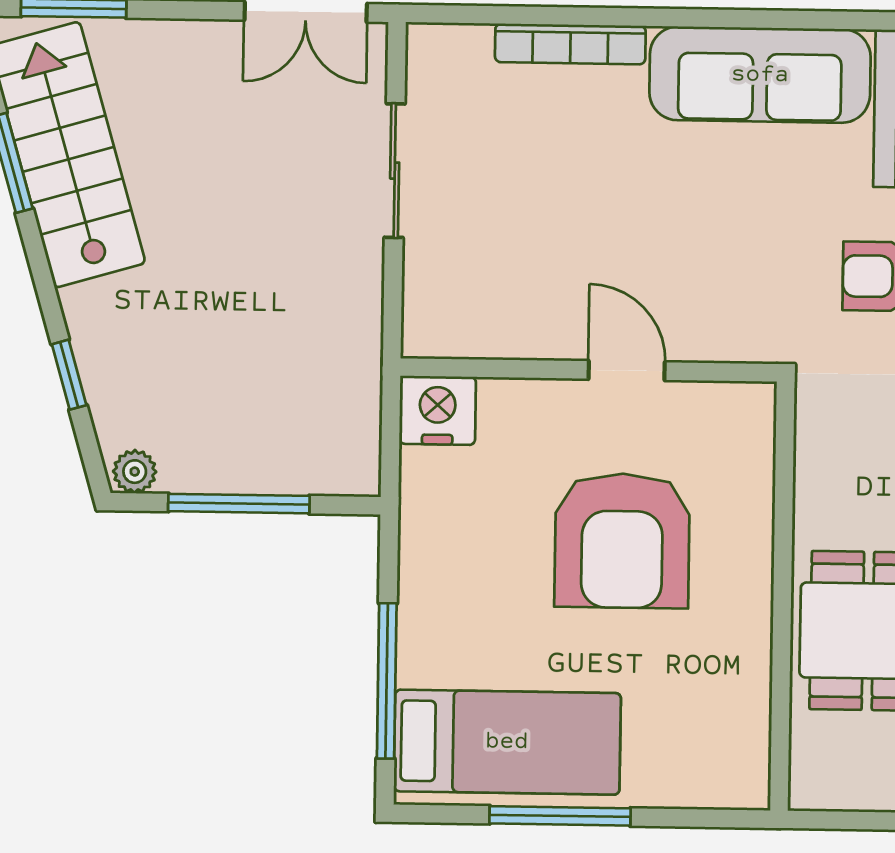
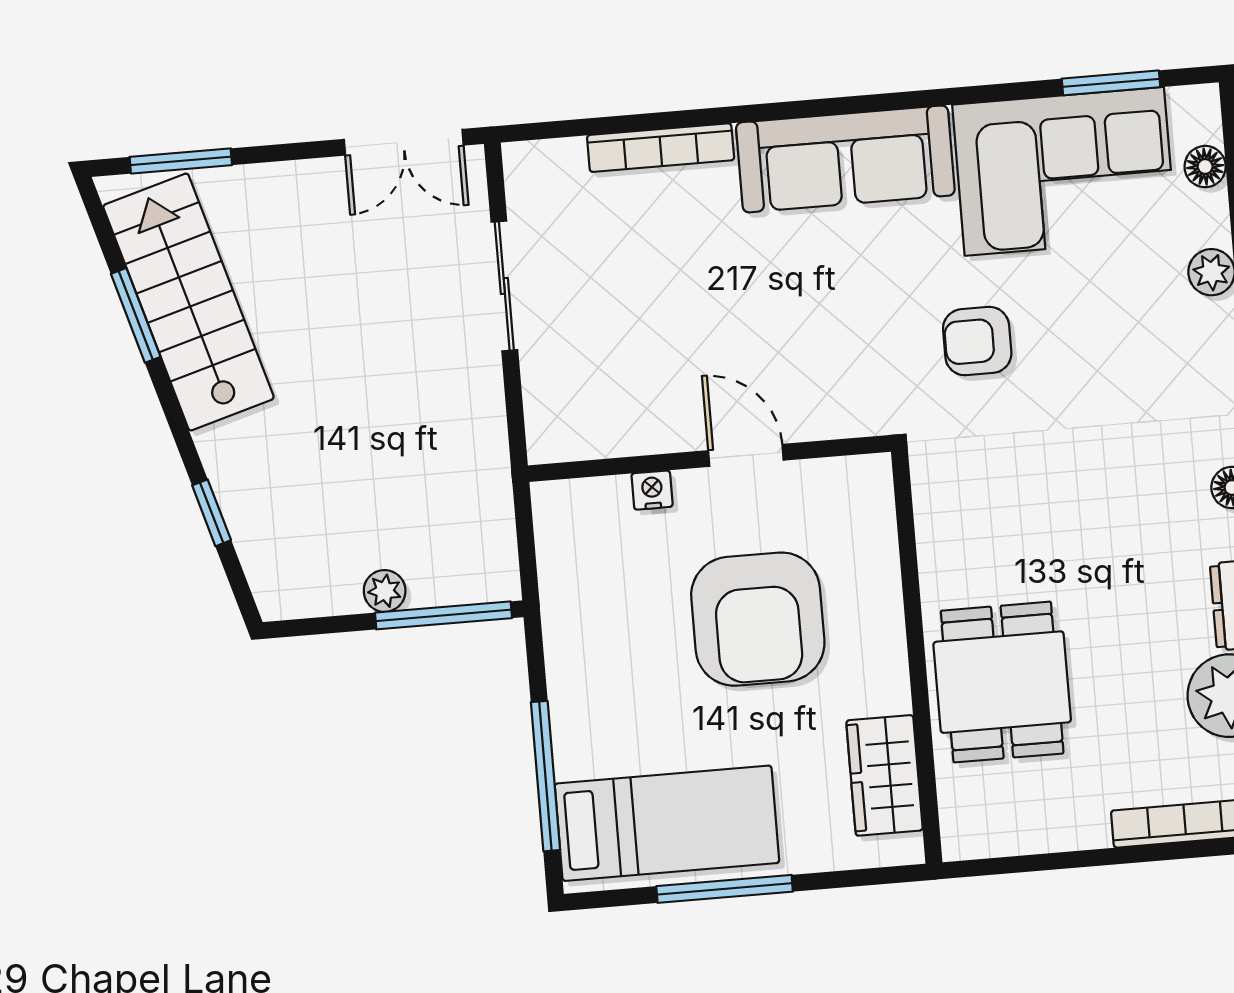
nightstand: (438, 410) -> (652, 490), moved, width x0.53, depth x0.56
plant: (135, 472) -> (385, 591), moved
window: (239, 504) -> (443, 615), moved
wardrobe: (737, 715) -> (884, 775), added

